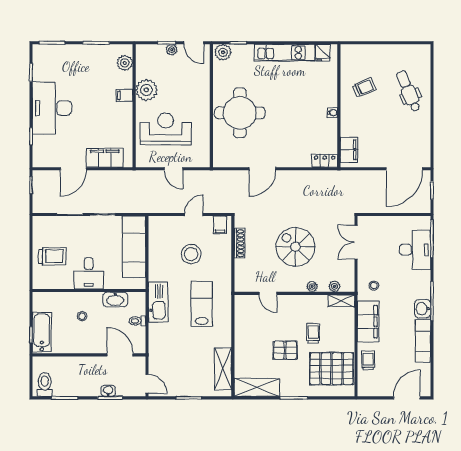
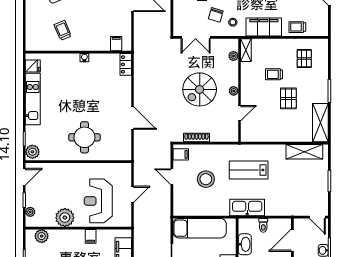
plant: (172, 50) -> (30, 212), moved
filing cabinet: (125, 95) -> (91, 236), moved
round table: (240, 113) -> (84, 137), width x0.73, depth x0.73
filing cabinet: (349, 150) -> (116, 44), width x0.50
chair: (382, 266) -> (216, 15), added
plant: (312, 287) -> (234, 91), moved
pallet: (332, 369) -> (304, 59), width x0.49, depth x0.50
door: (147, 384) -> (317, 217), swing flipped

